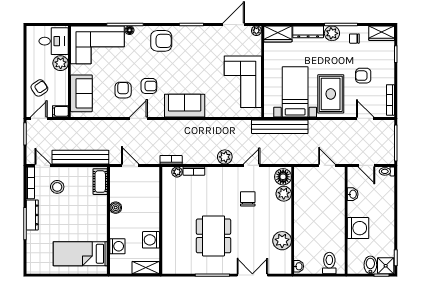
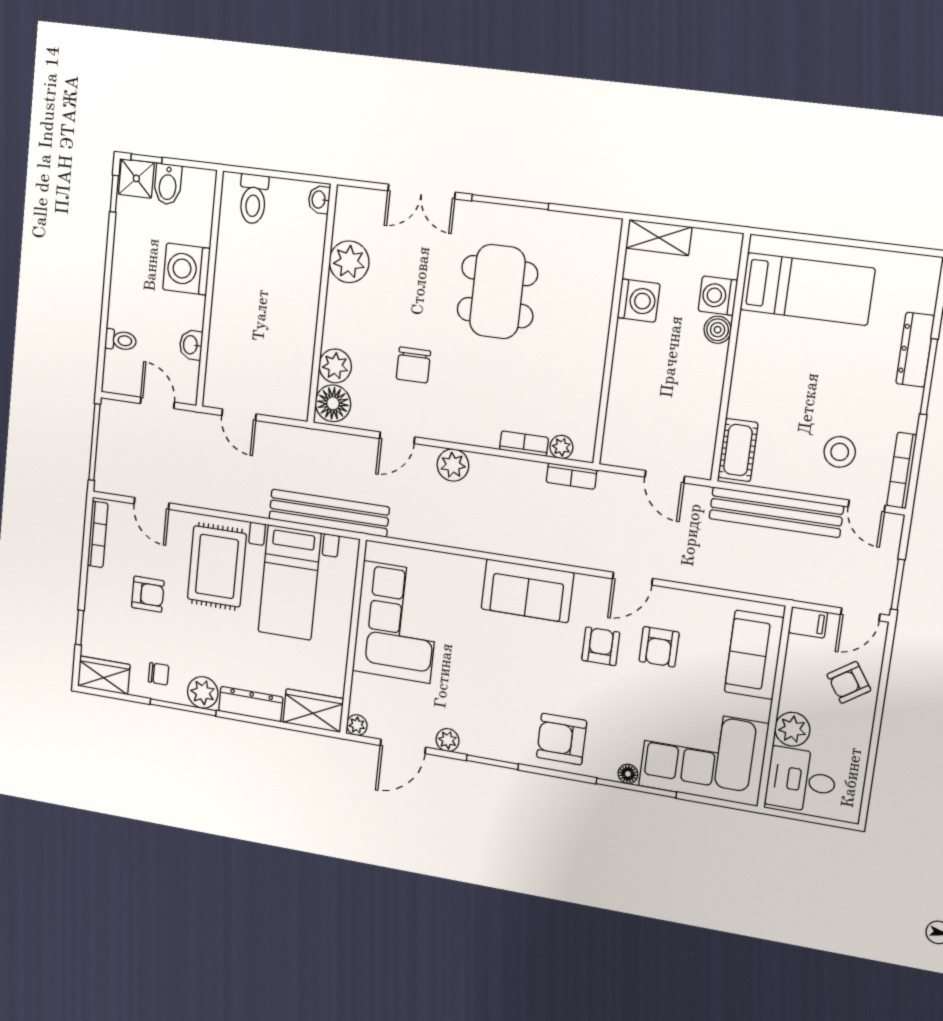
plant: (213, 31) -> (448, 740), added
armchair: (149, 86) -> (601, 646), turned 90
toilet: (387, 171) -> (121, 340), moved
boiler: (116, 208) -> (718, 330), moved
dresser: (32, 215) -> (915, 350), moved

